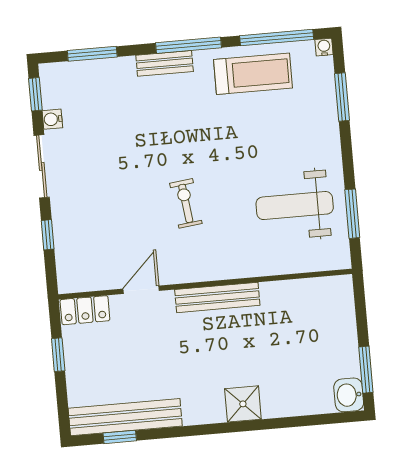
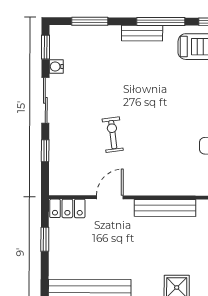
exercise bike: (186, 203) -> (113, 135), moved

